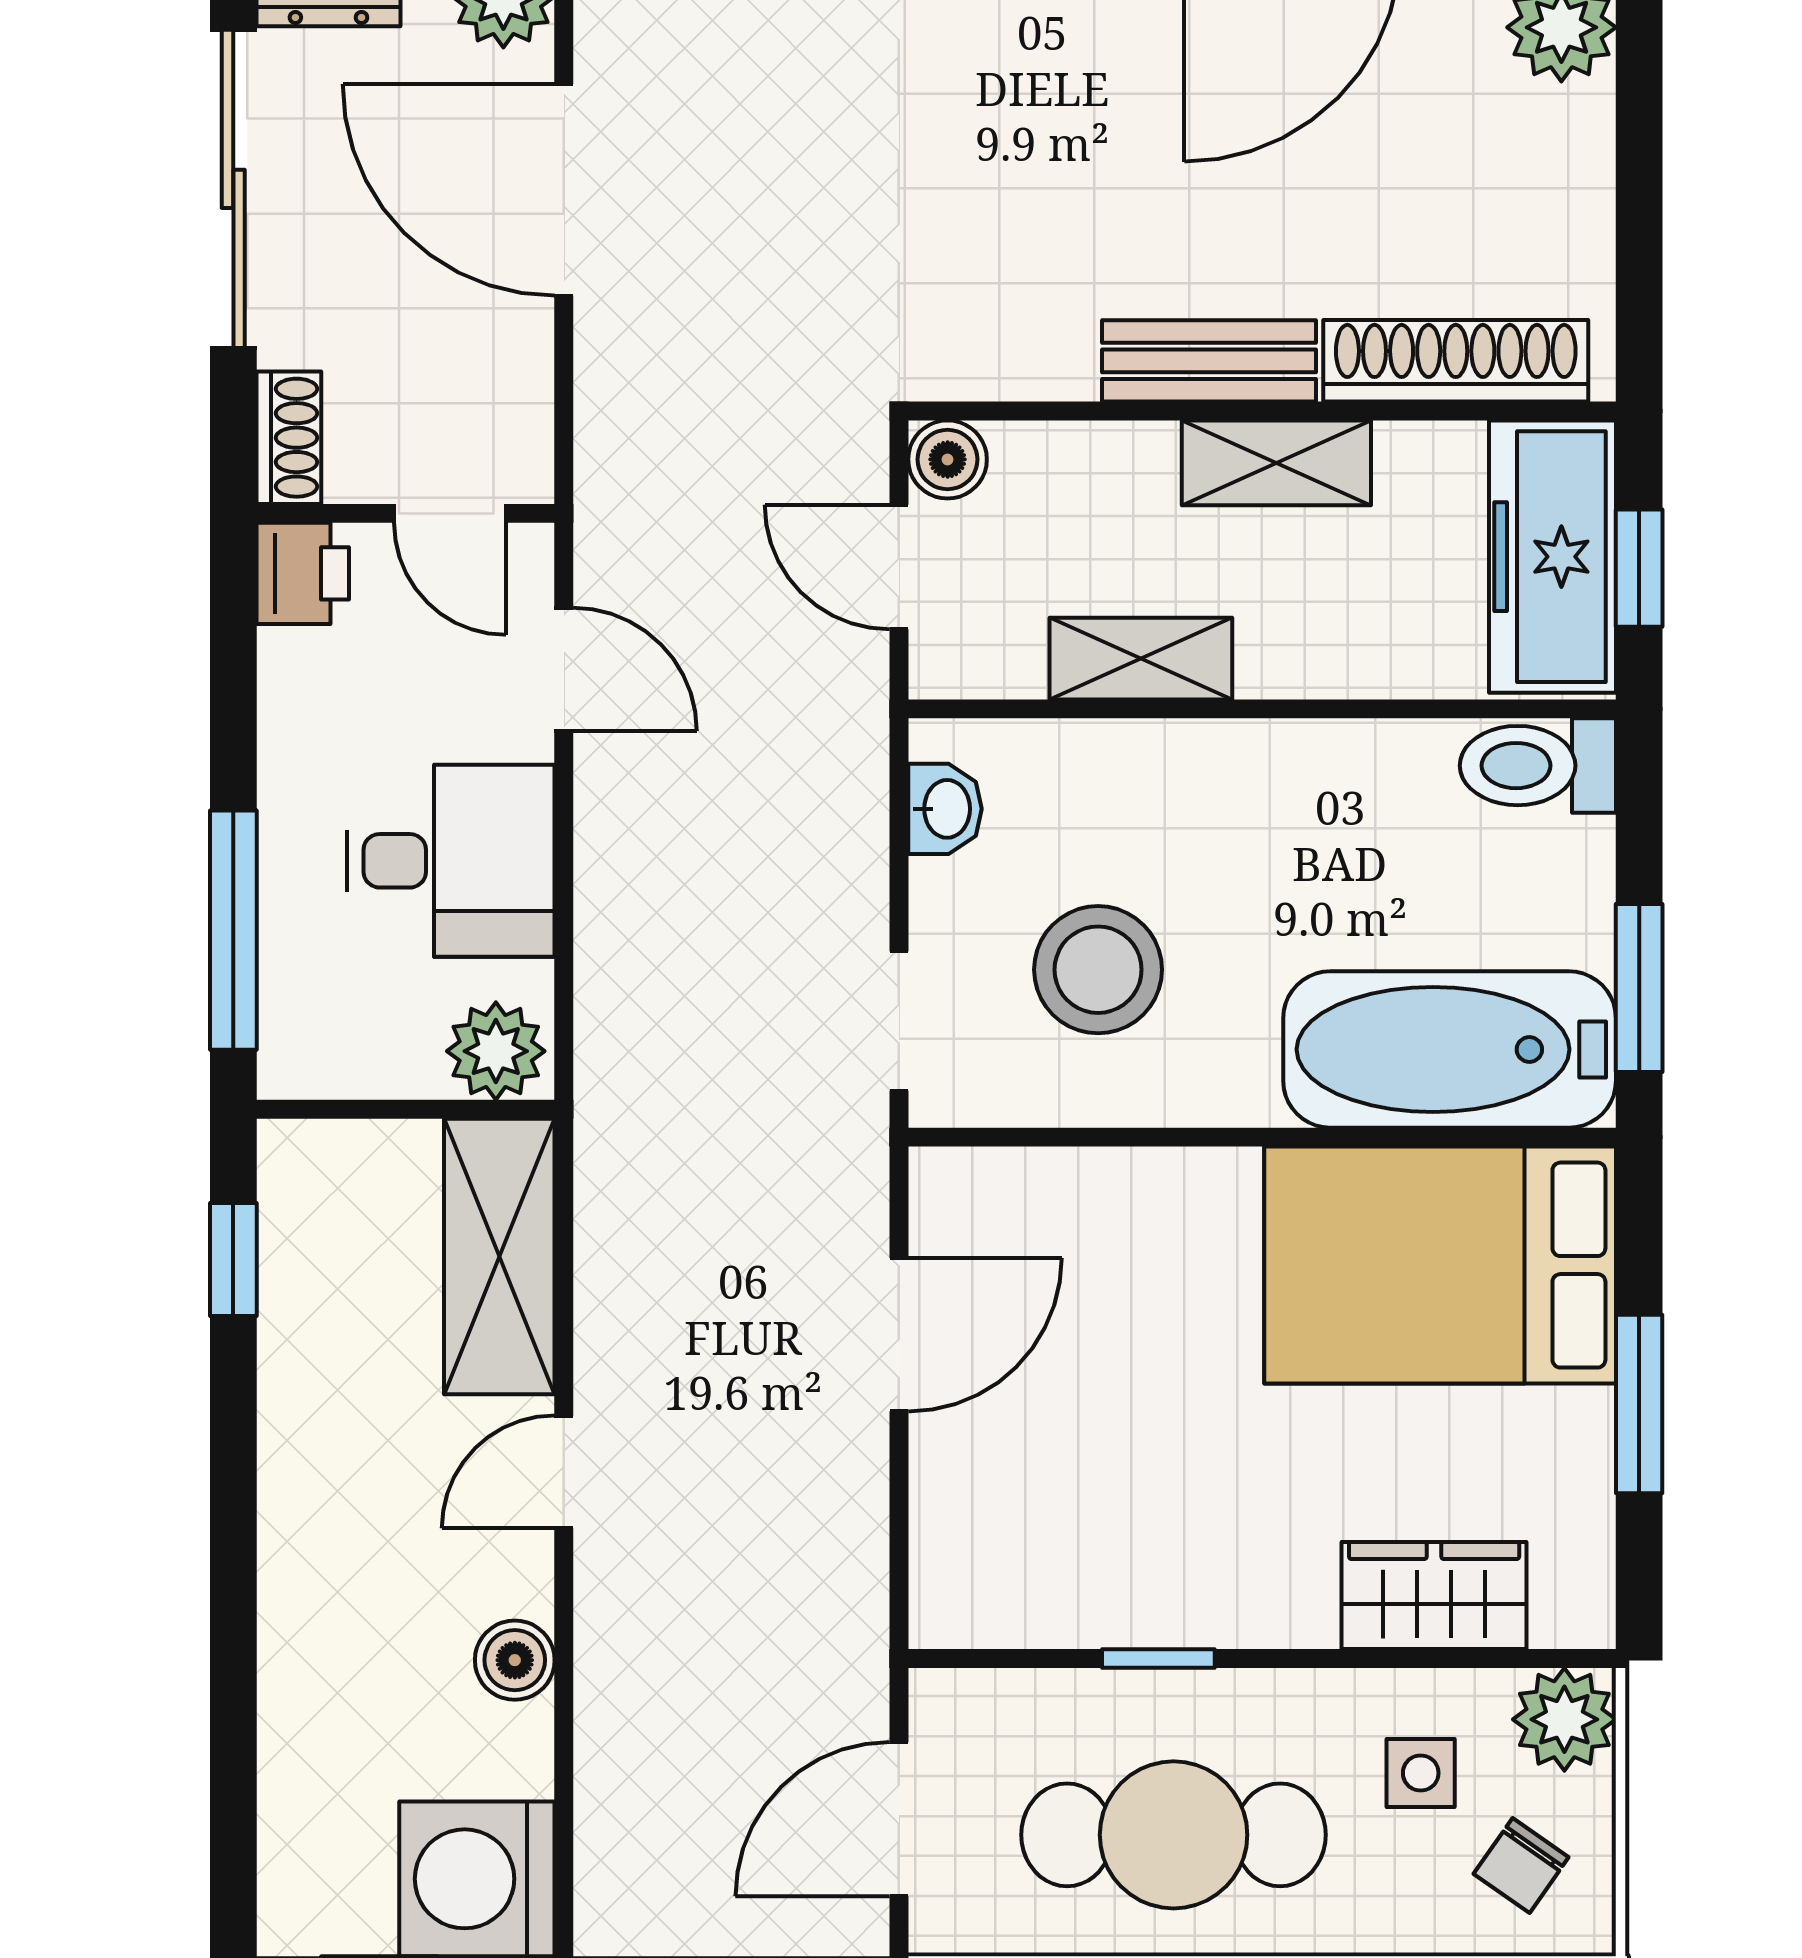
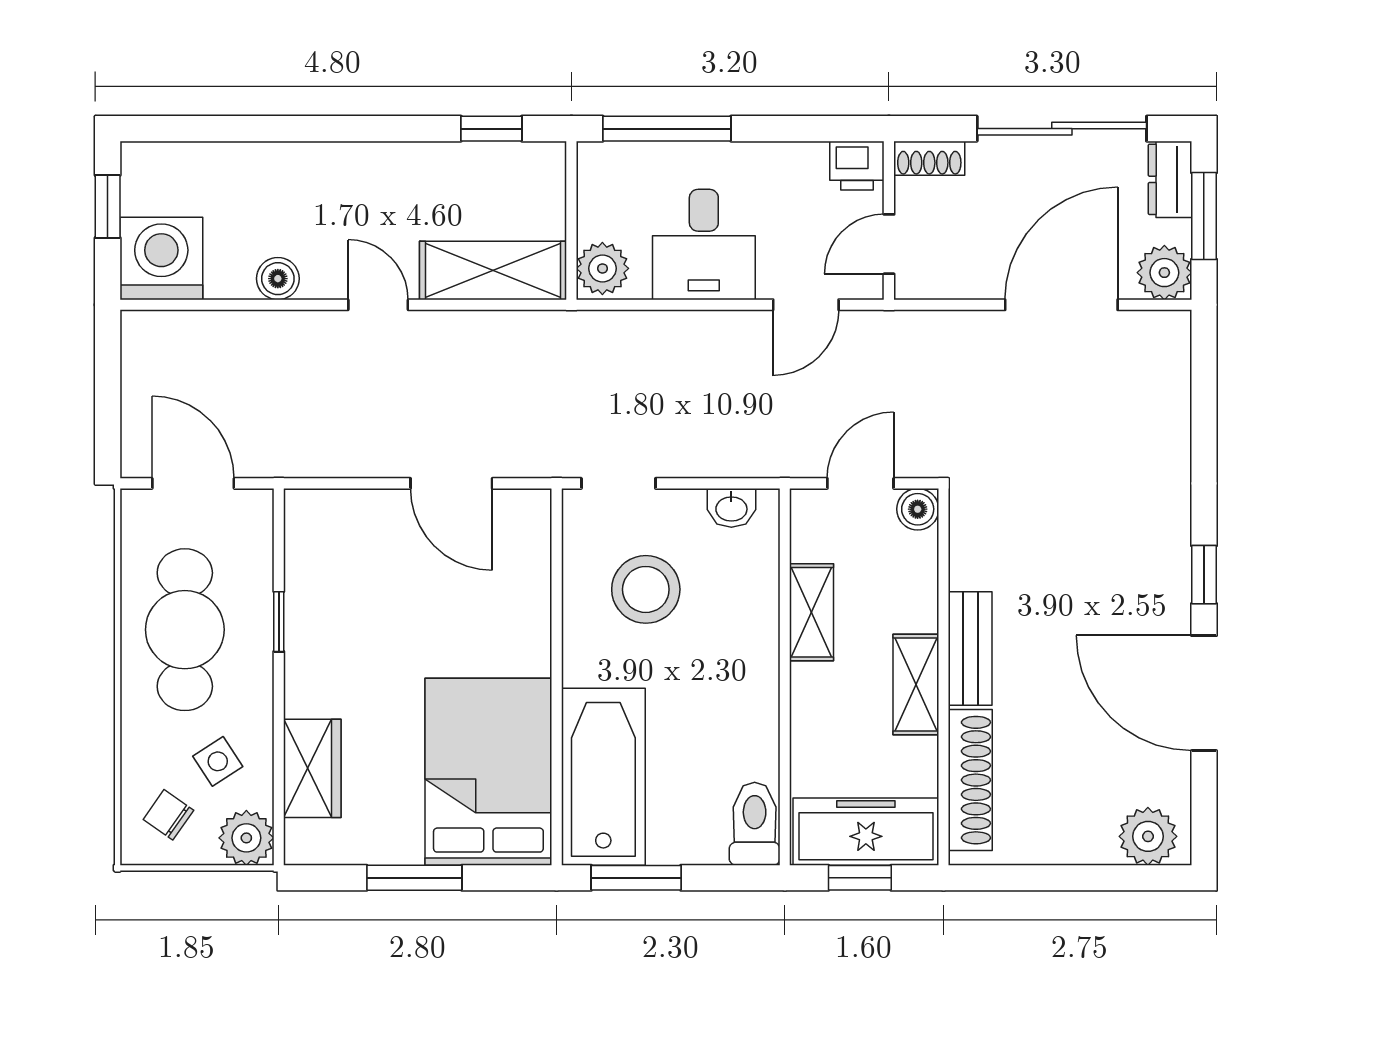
side table: (1421, 1773) -> (218, 761), turned -33

